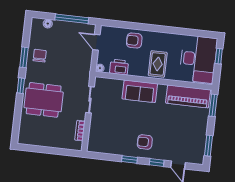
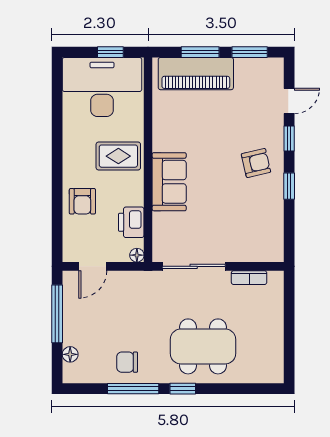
window: (219, 56) -> (110, 52), moved
window: (24, 57) -> (133, 389), width x1.44
piano: (188, 96) -> (196, 74), moved, turned 90
dining table: (44, 100) -> (203, 346), turned 90
sliding door: (90, 100) -> (194, 266), width x1.37
window: (213, 105) -> (200, 52), moved
armchair: (145, 142) -> (256, 163), turned -103

